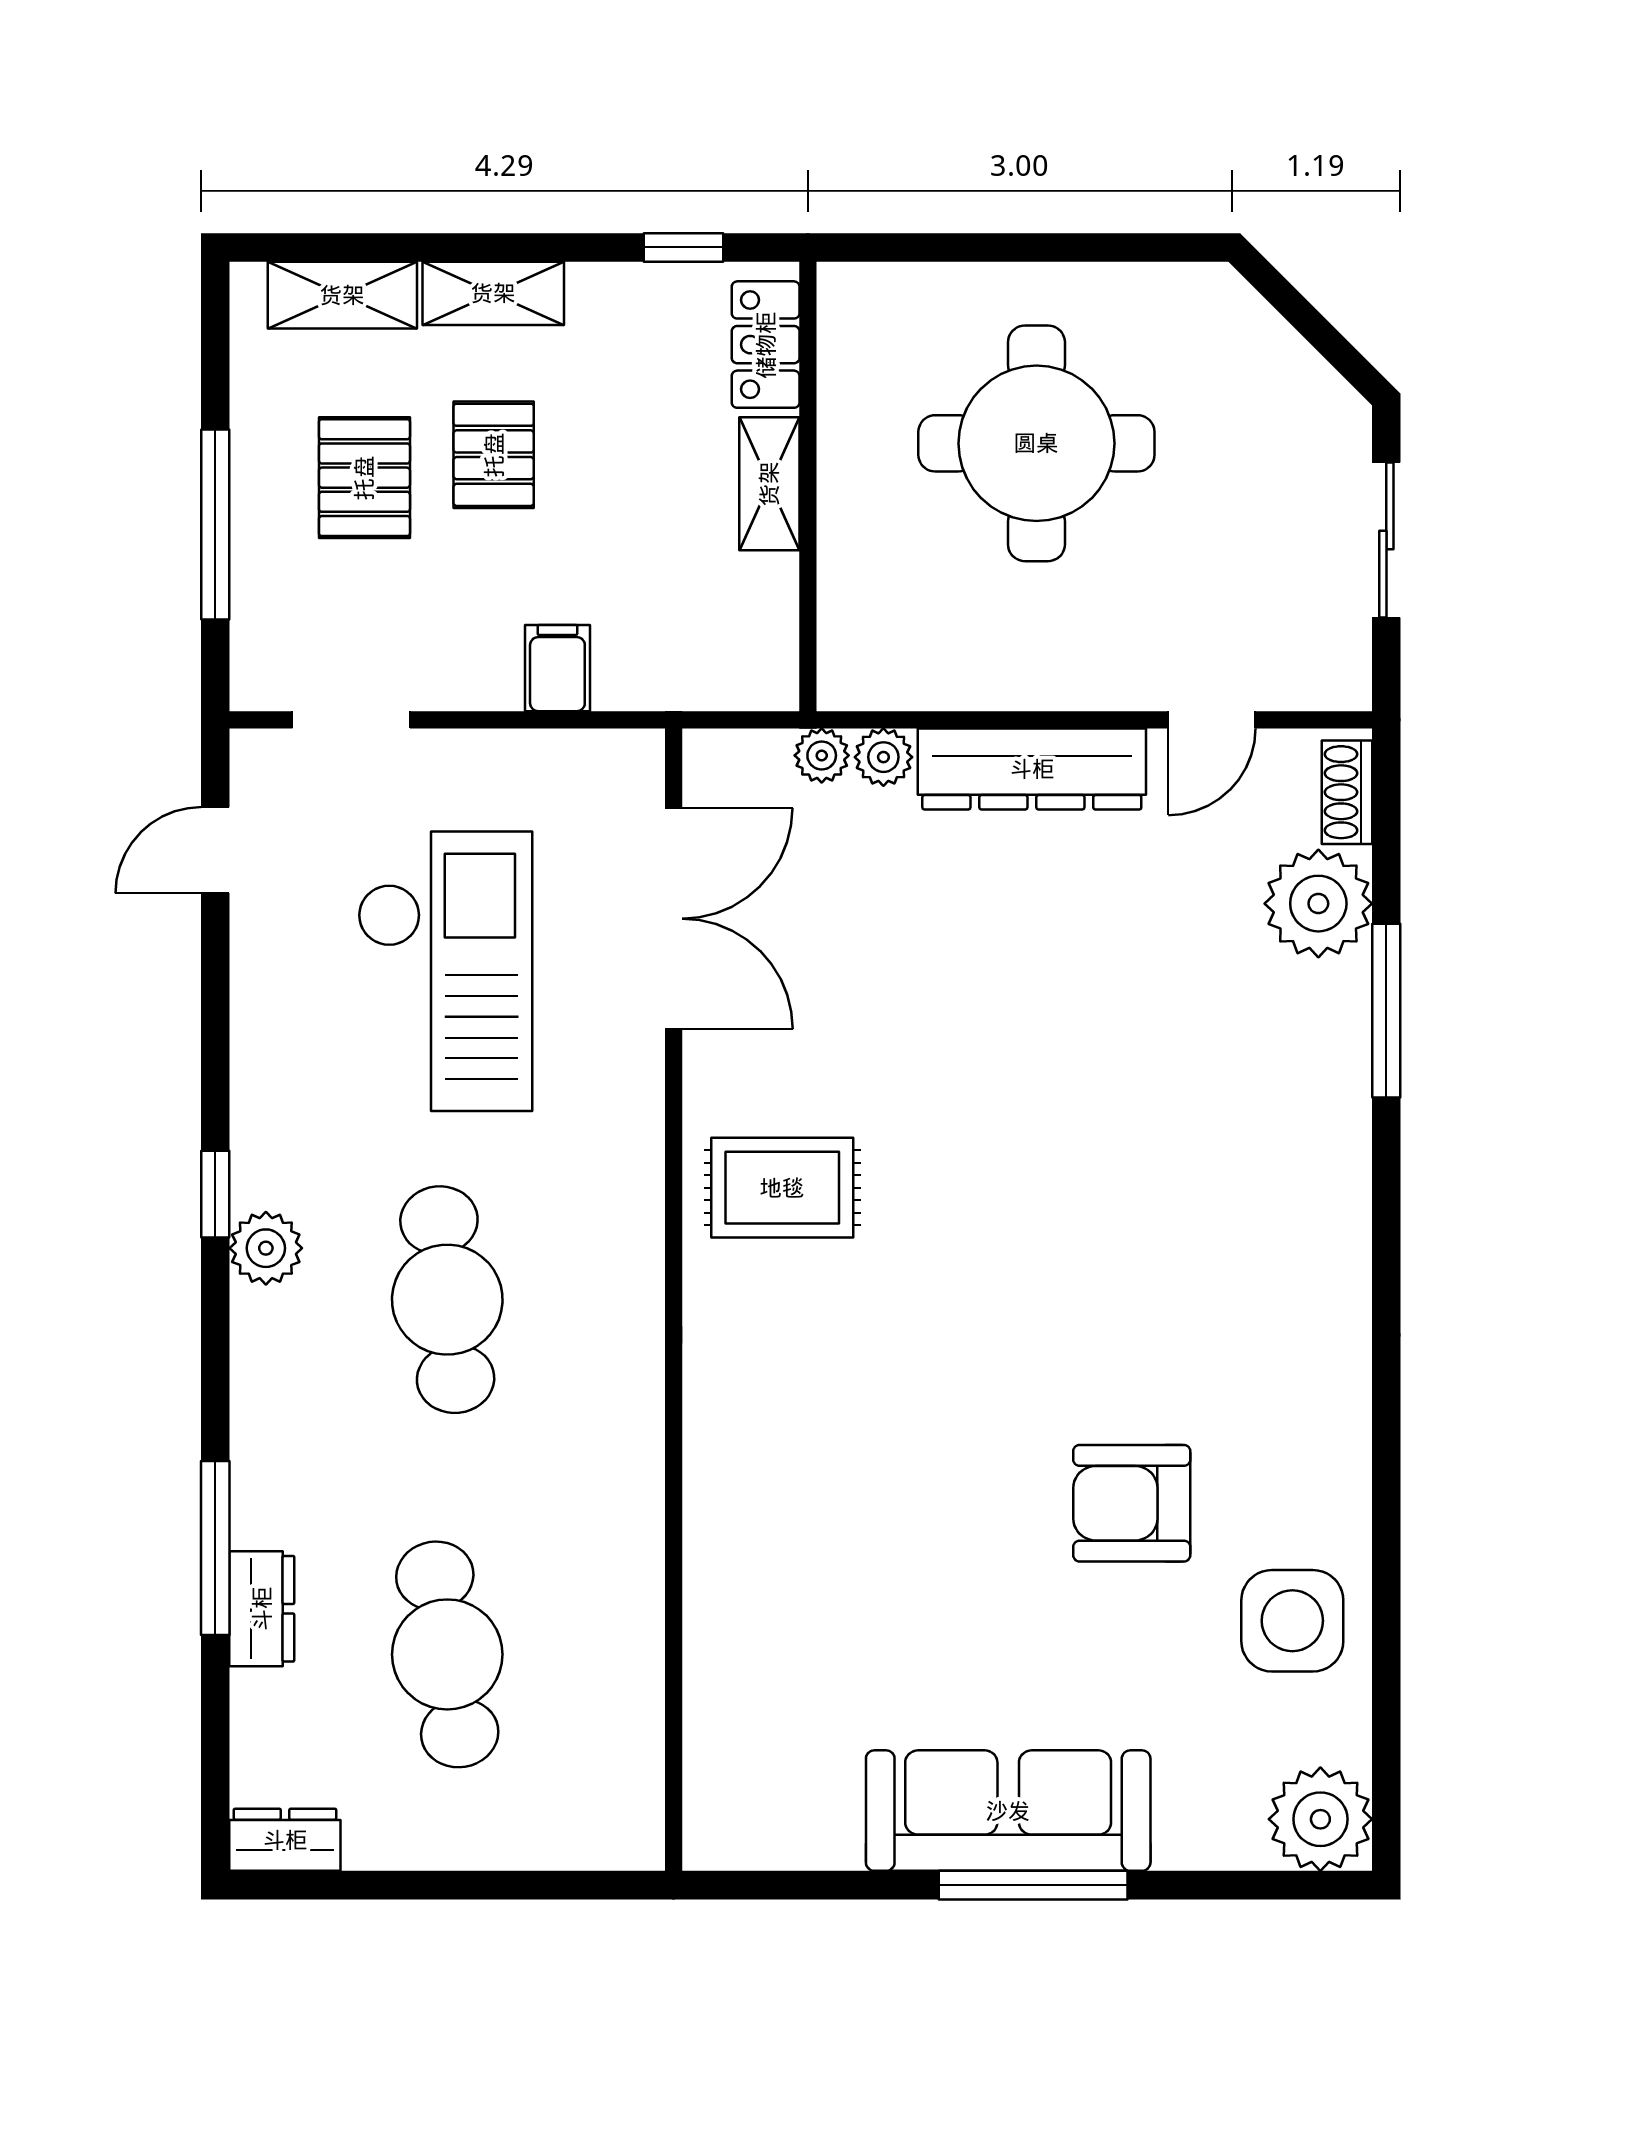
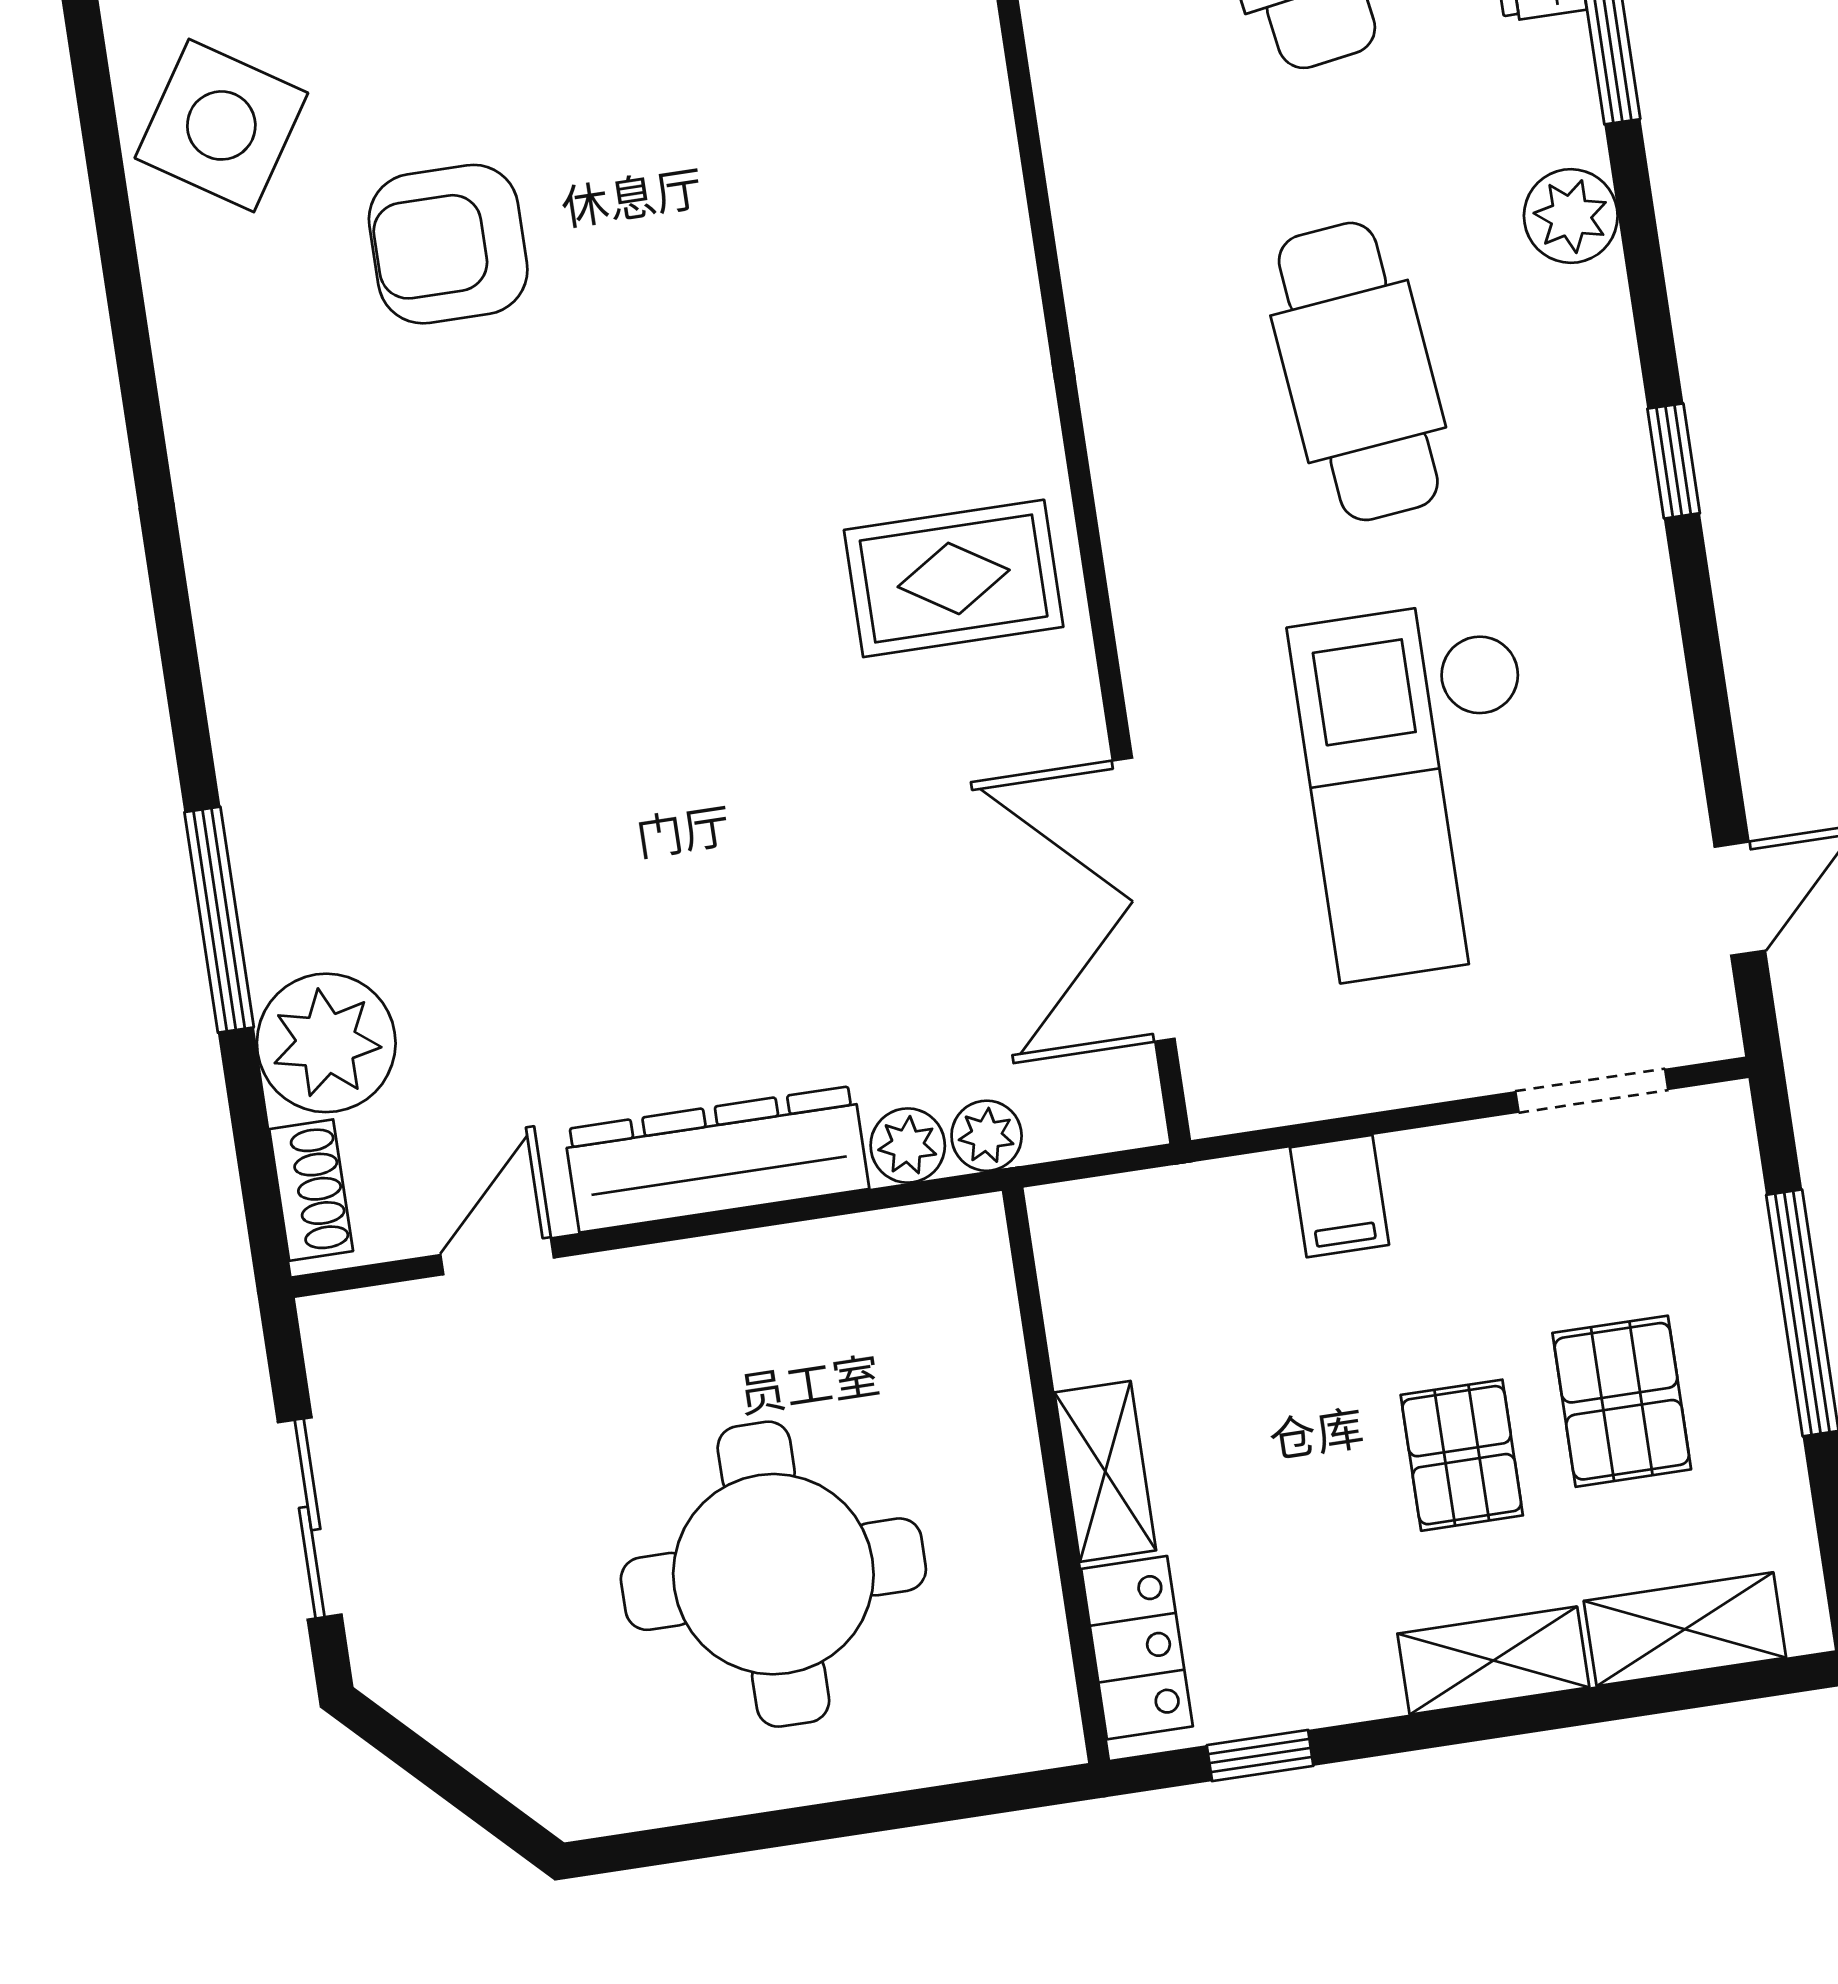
plant: (266, 1248) -> (1571, 216), moved
armchair: (1132, 1503) -> (448, 244), turned 180
side table: (1292, 1621) -> (221, 125), turned 33

